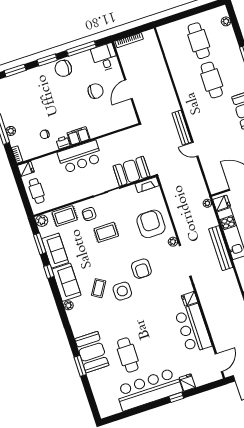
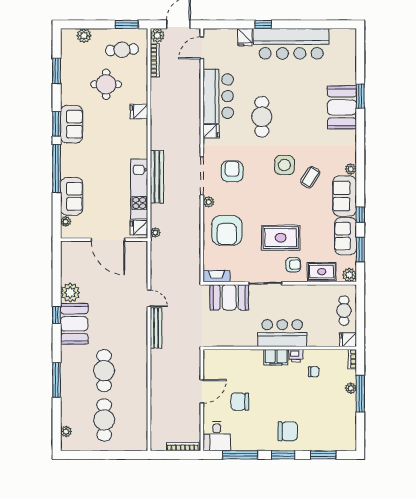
chair: (63, 68) -> (288, 431), moved
rug: (106, 232) -> (281, 238), width x1.36, depth x1.43
armchair: (141, 269) -> (232, 171), moved
cafe table: (128, 355) -> (262, 117), moved

